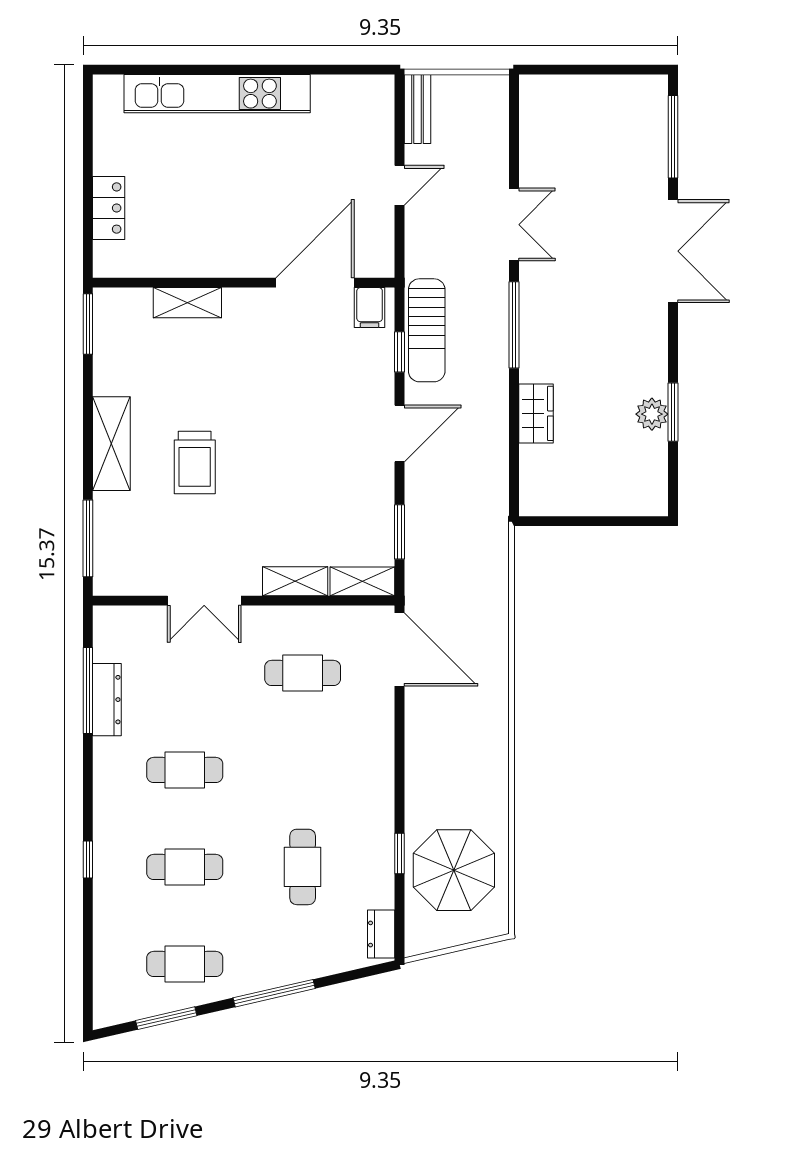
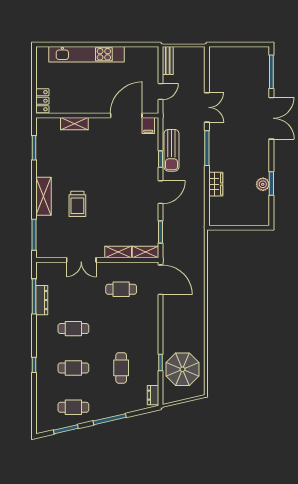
wall: (244, 283) -> (97, 115), moved
door: (315, 283) -> (126, 115), moved
shelving: (187, 303) -> (74, 124), moved
filing cabinet: (370, 307) -> (148, 126), moved

